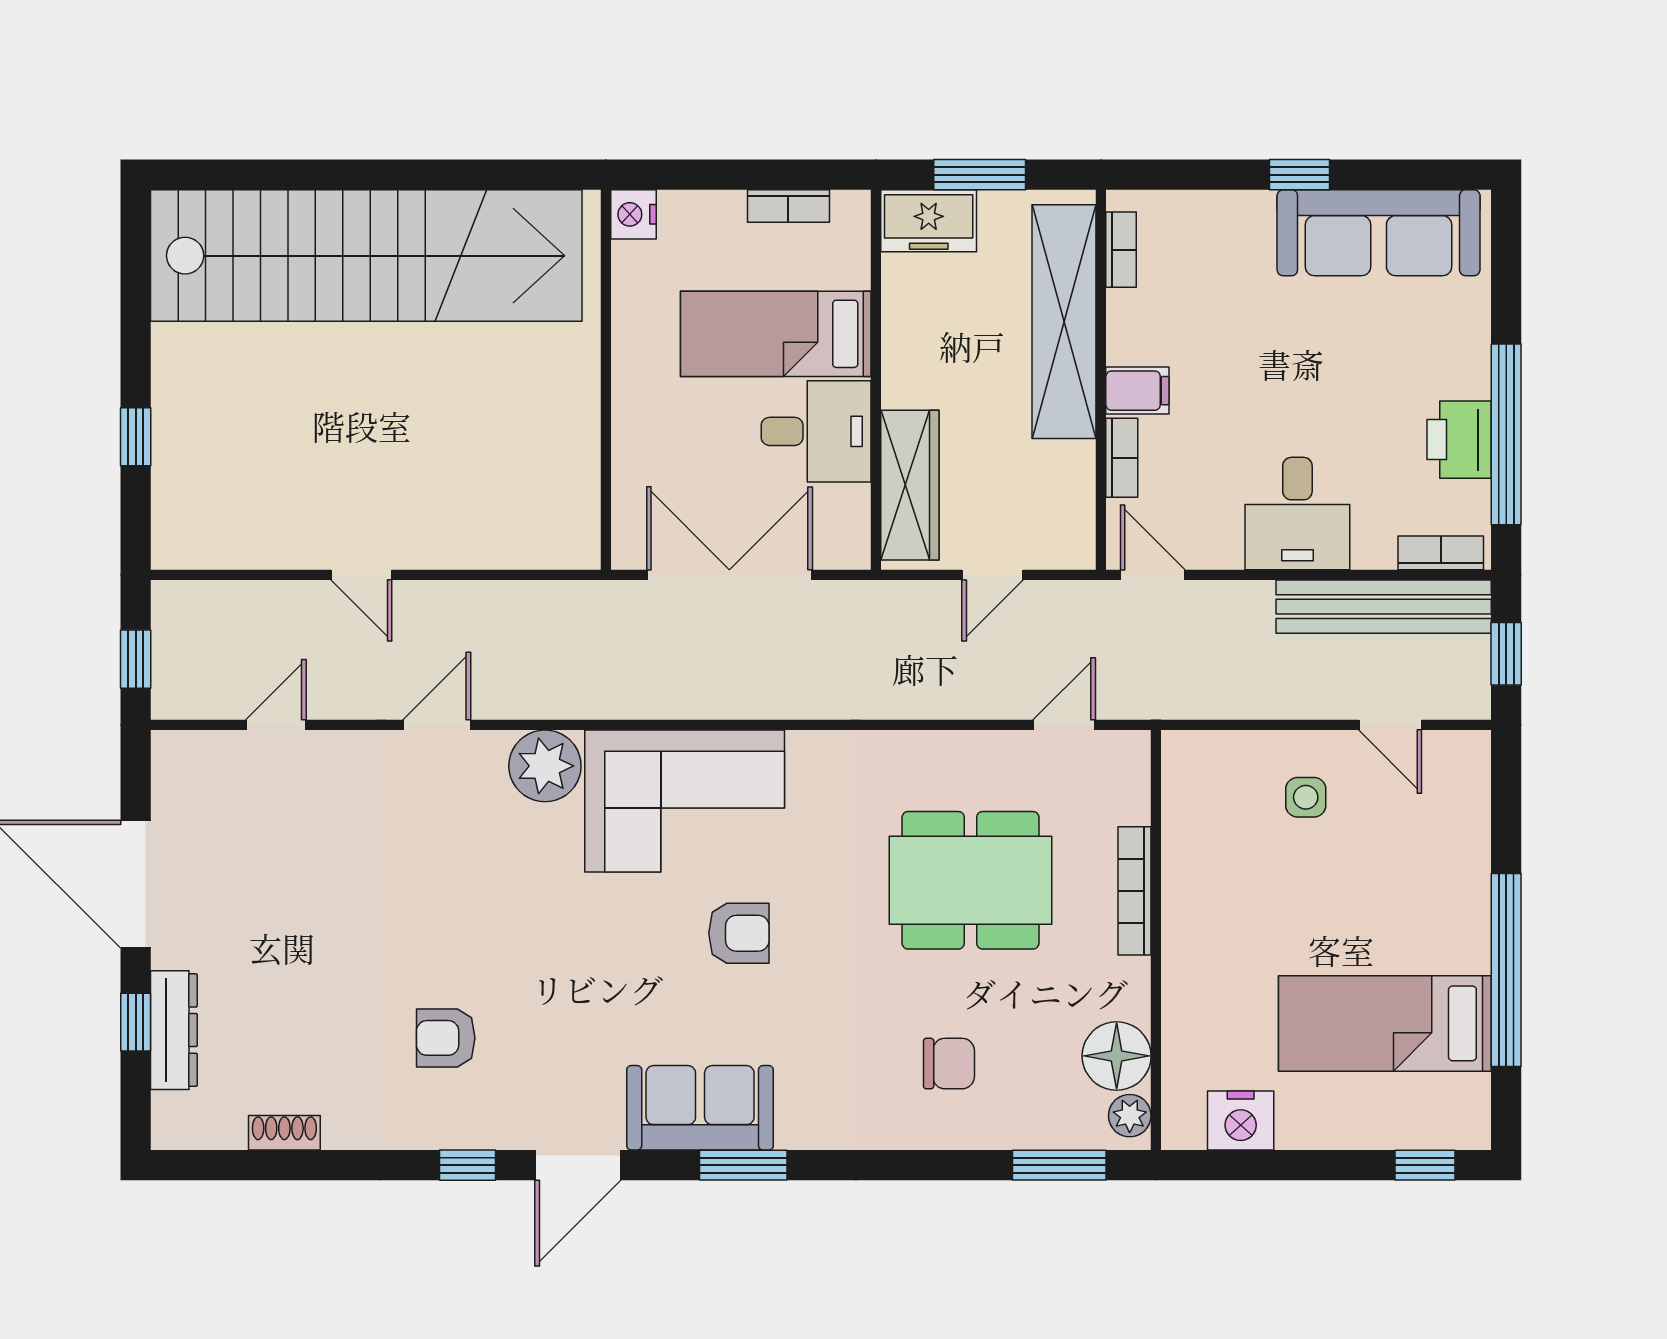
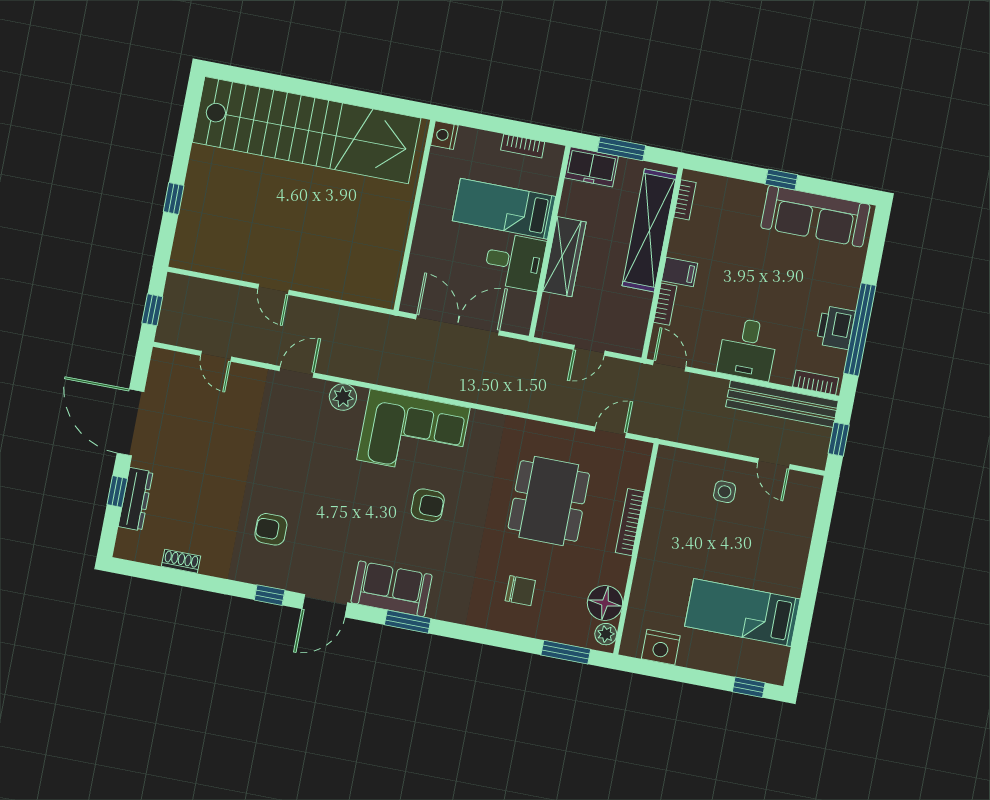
wardrobe: (910, 485) -> (564, 257), moved
door: (276, 725) -> (216, 356), swing flipped
plant: (545, 766) -> (343, 397), width x0.73, depth x0.73
dining table: (970, 880) -> (549, 501), turned 90
window: (1506, 970) -> (808, 598), removed

